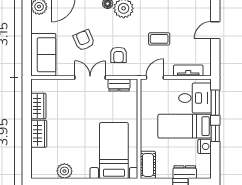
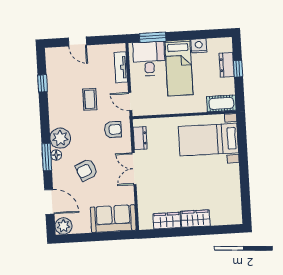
armchair: (84, 40) -> (87, 170), moved
armchair: (118, 55) -> (113, 130), moved
window: (215, 133) -> (184, 35), removed
plant: (64, 171) -> (233, 190), removed

